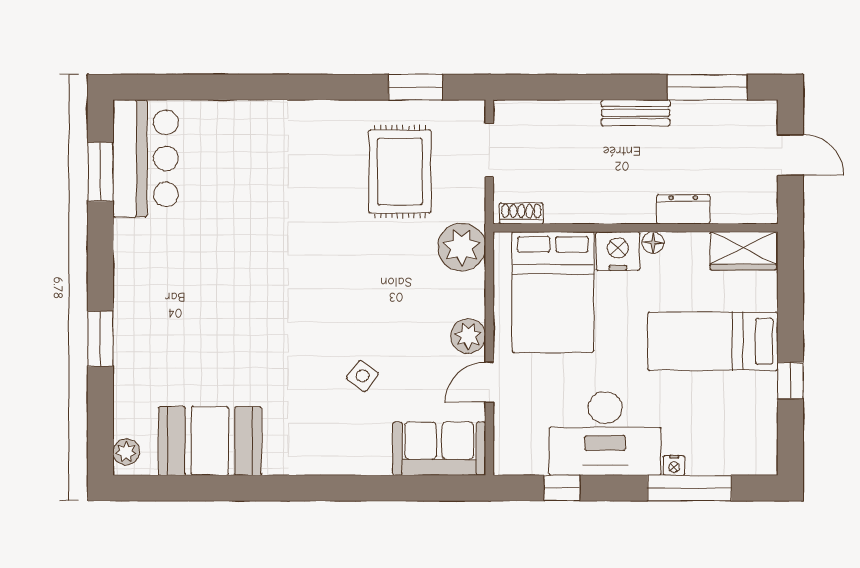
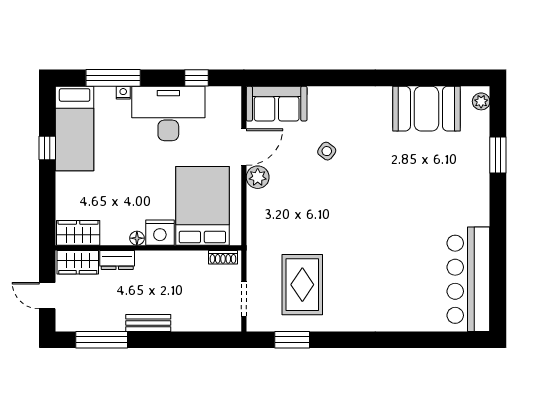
bar counter: (146, 158) -> (468, 279), width x1.36
window: (100, 172) -> (498, 284), removed
wardrobe: (744, 206) -> (78, 262), added
plant: (462, 247) -> (262, 235), removed
window: (100, 339) -> (498, 155), moved
bed: (713, 341) -> (75, 129), moved, turned 90
door: (489, 382) -> (244, 147), width x1.38

